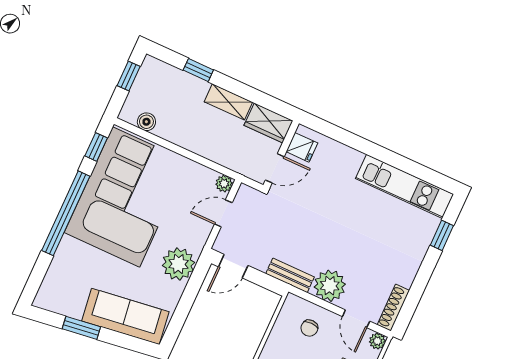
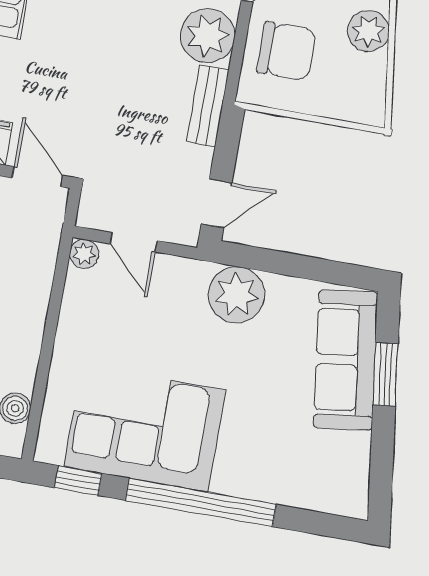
corner sofa: (126, 197) -> (145, 428), width x0.73, depth x0.74
door: (233, 266) -> (217, 203), hinge flipped
window: (81, 328) -> (385, 374), moved
chair: (309, 328) -> (286, 51), width x1.87, depth x1.87

